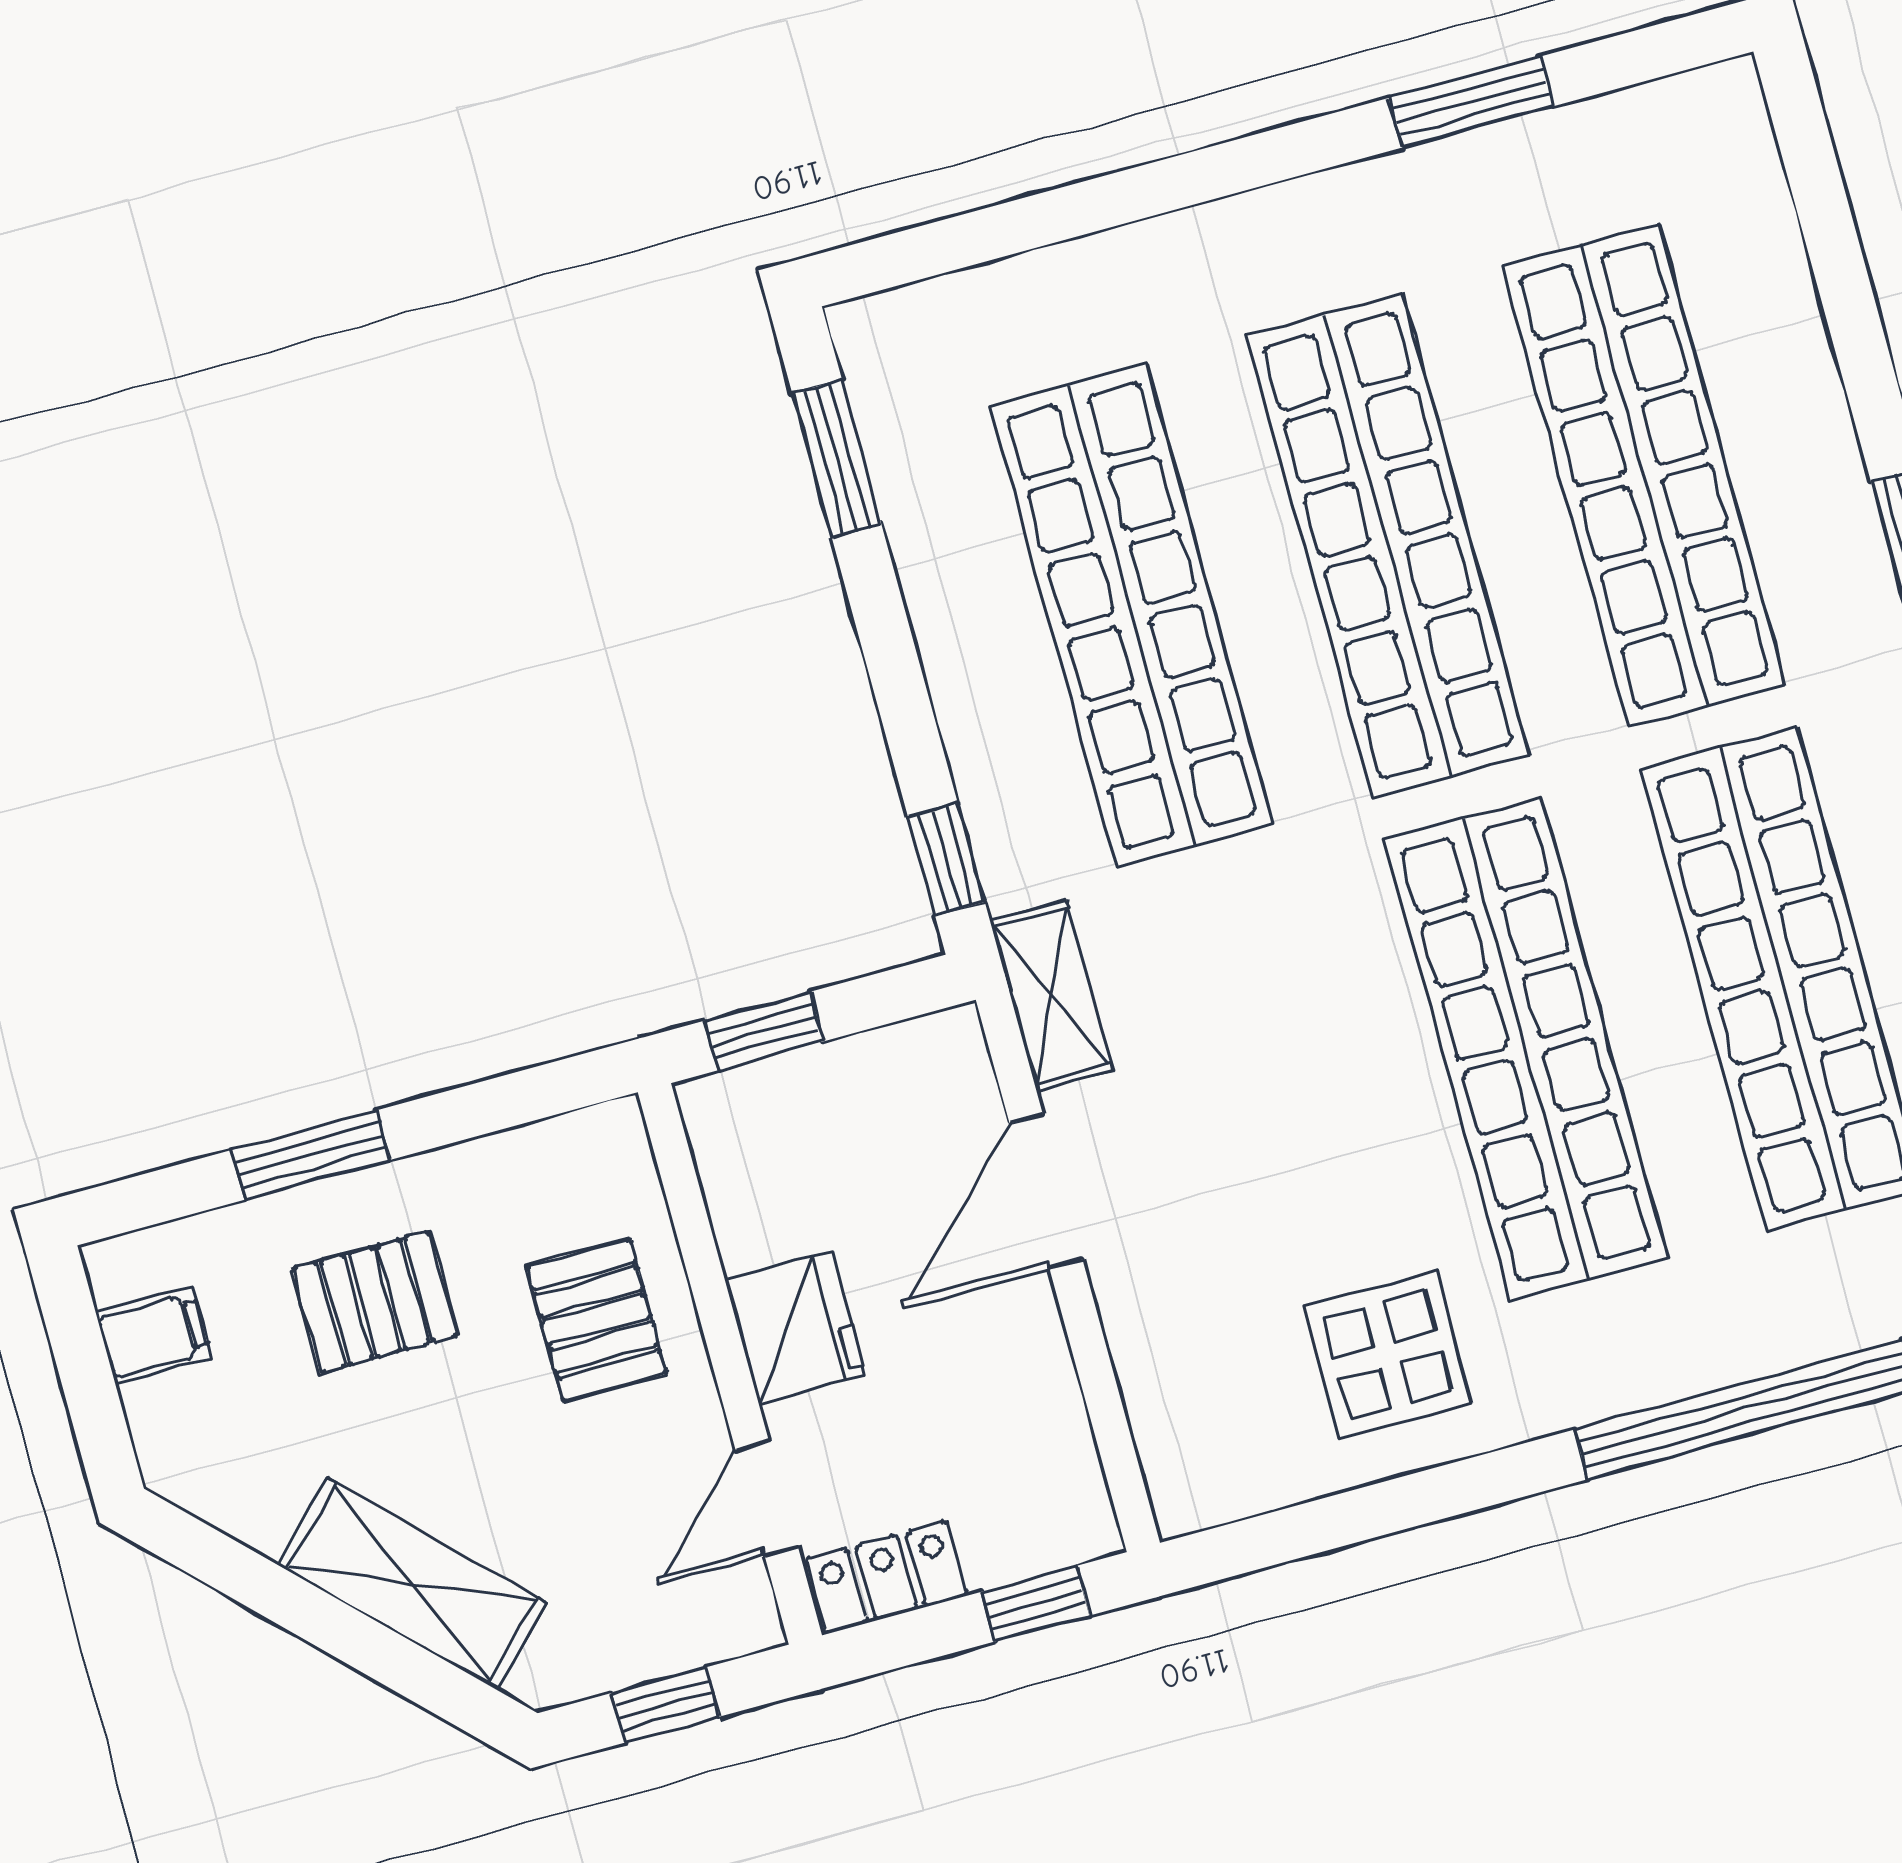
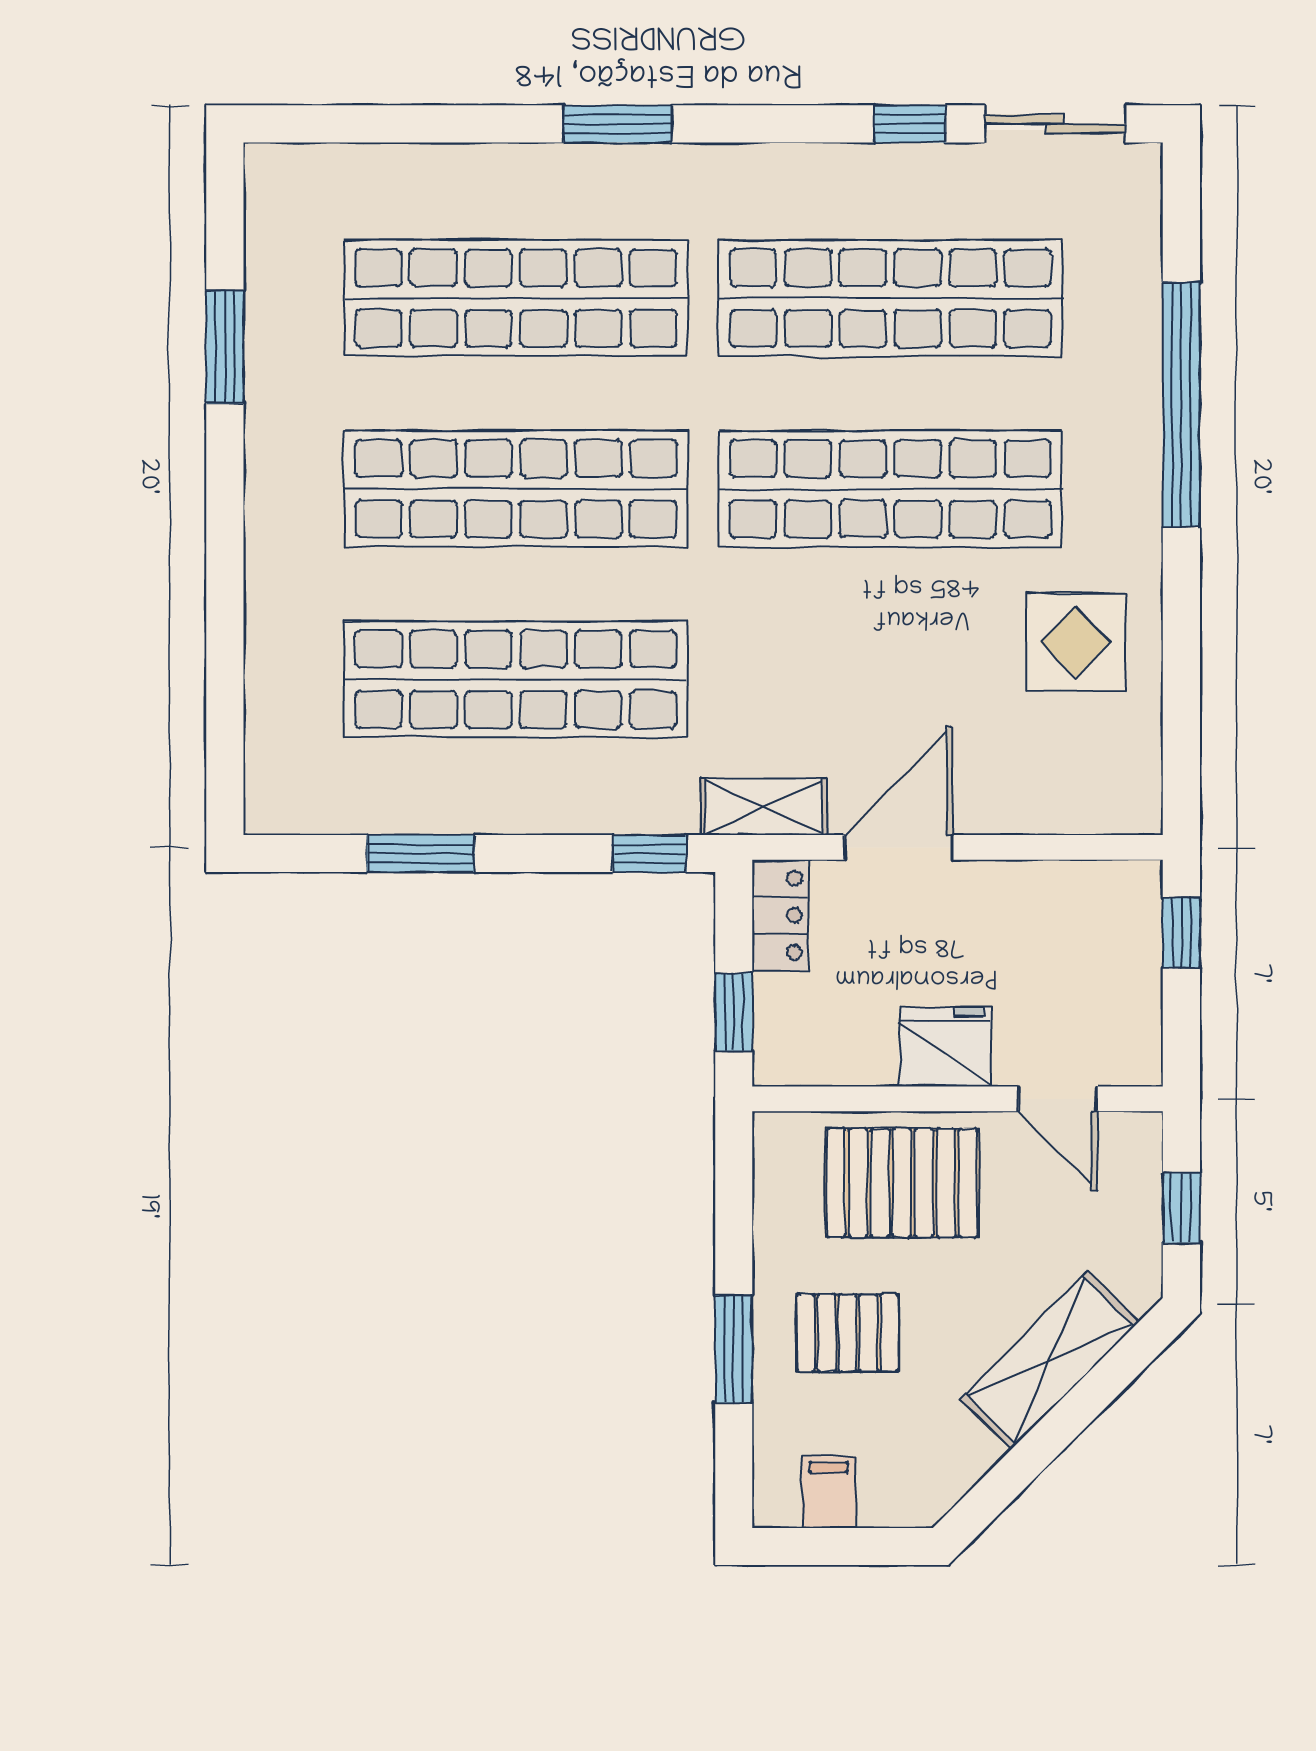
window: (837, 459) -> (421, 854), moved
door: (1046, 1191) -> (898, 847), swing flipped
pallet: (375, 1302) -> (848, 1333), turned 90
pallet: (596, 1320) -> (902, 1183), width x1.50, depth x1.42
locker: (886, 1577) -> (780, 915), moved, turned 180

